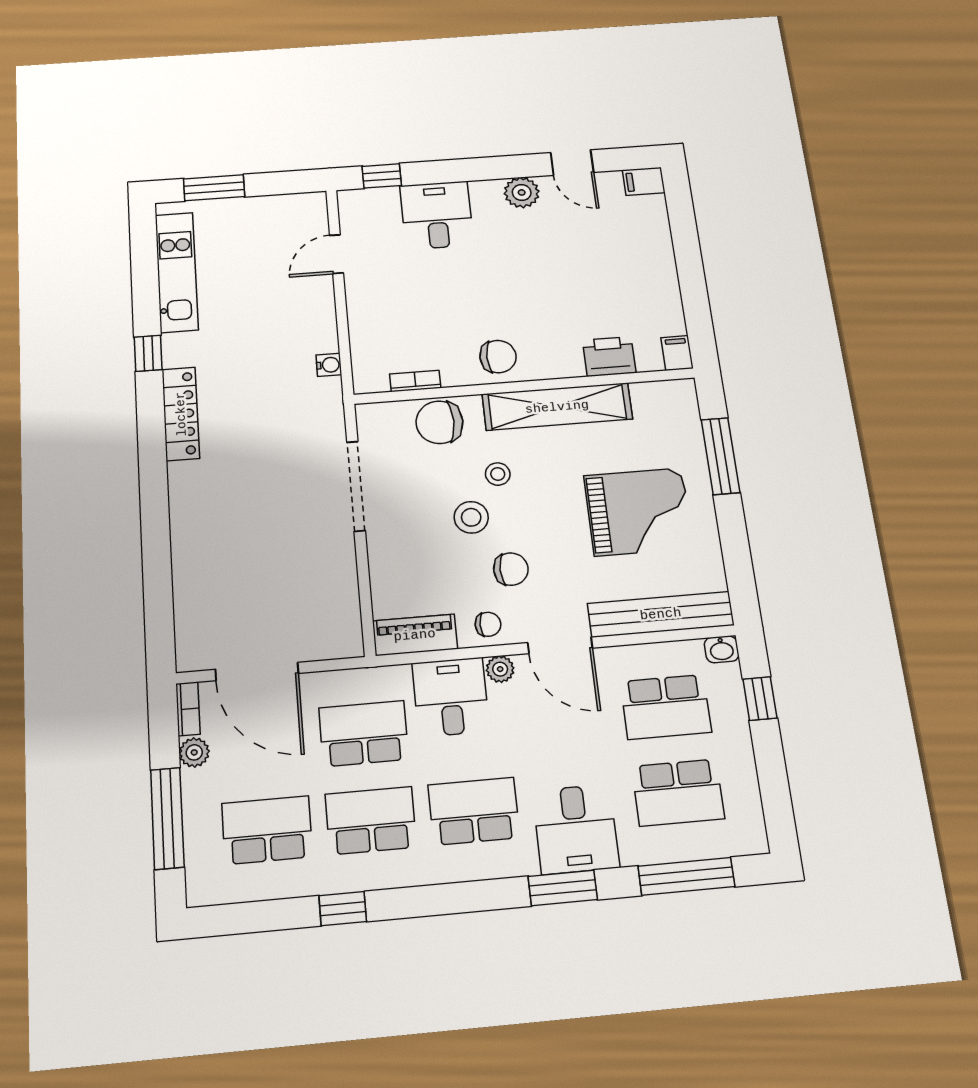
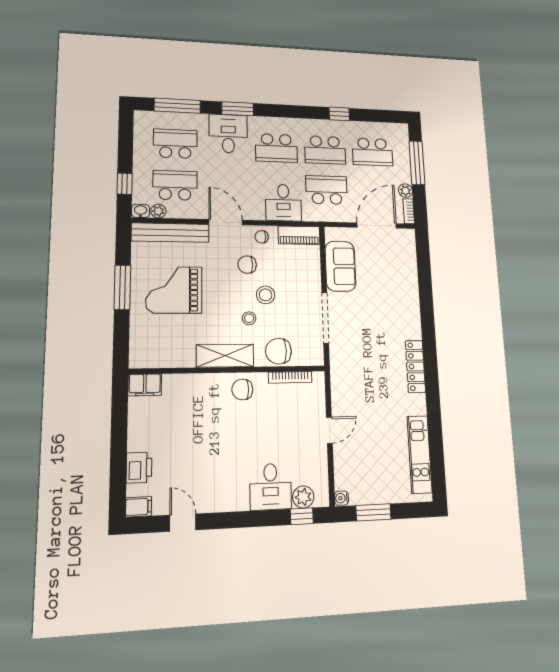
window: (214, 188) -> (373, 512), moved
plant: (522, 192) -> (303, 497), moved
door: (337, 254) -> (329, 430), moved
window: (148, 353) -> (433, 404), removed
filing cabinet: (677, 353) -> (145, 385), width x2.00
printer: (609, 356) -> (139, 468), moved, turned -90
water cooler: (329, 365) -> (341, 498), moved
bookcase: (415, 381) -> (290, 377), width x1.56
shelving: (557, 407) -> (225, 356), width x0.68
chair: (439, 422) -> (278, 351), turned 180
window: (721, 456) -> (122, 287), moved
sofa: (330, 583) -> (340, 266), added
plant: (500, 669) -> (158, 211), moved
door: (257, 671) -> (377, 225), hinge flipped
school desk: (364, 734) -> (327, 190), turned 180

